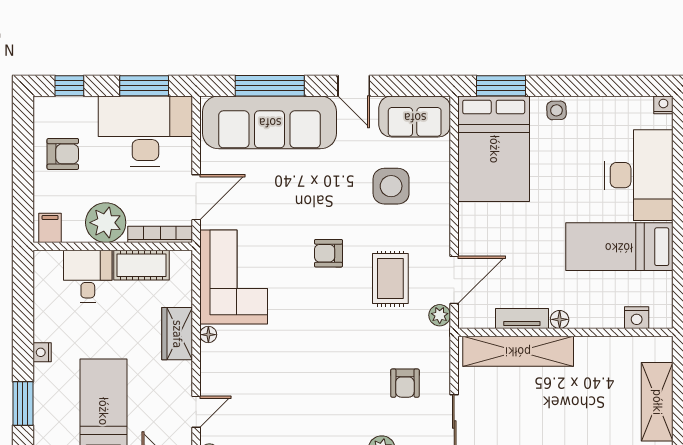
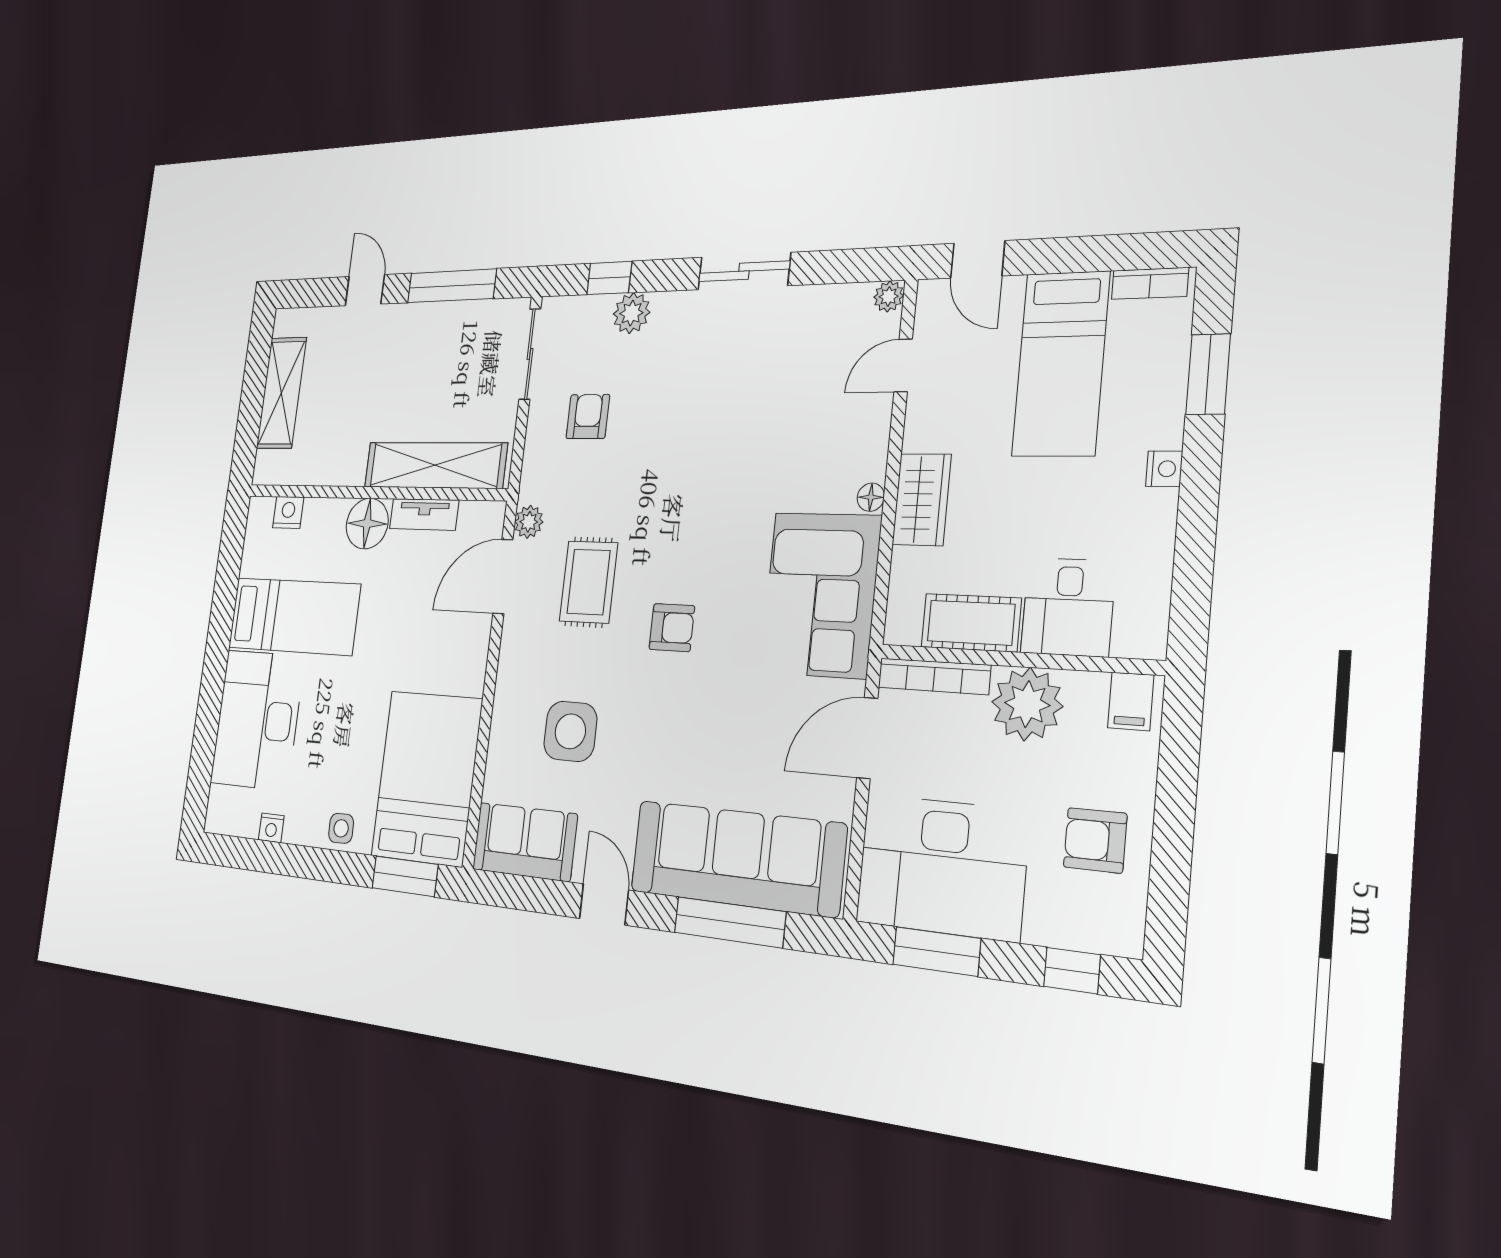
nightstand: (663, 105) -> (271, 828), moved
floor lamp: (560, 319) -> (367, 524), width x1.89, depth x1.89

